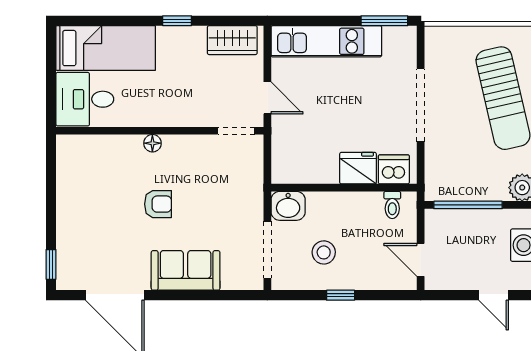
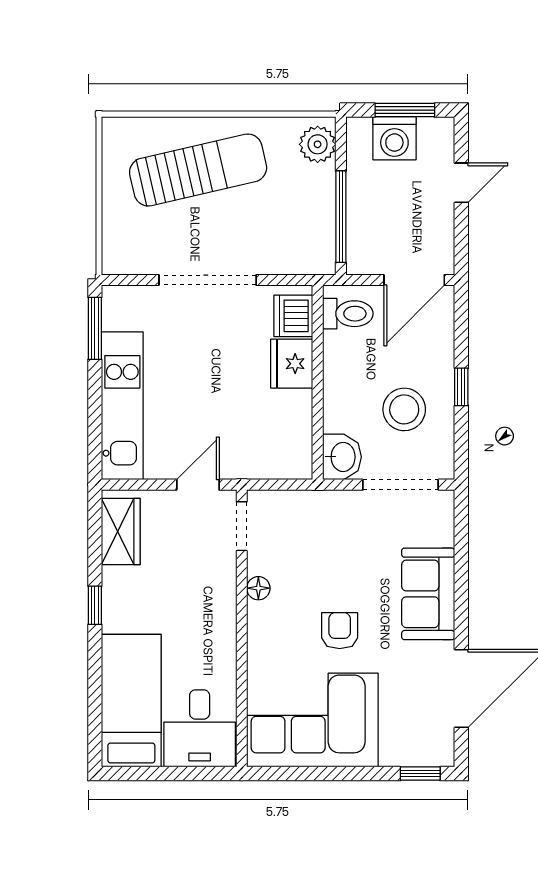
floor lamp: (152, 143) -> (258, 588), moved
corner sofa: (91, 184) -> (312, 720), added
toilet: (392, 205) -> (348, 314), width x1.37, depth x1.39
stool: (324, 252) -> (404, 409), width x1.38, depth x1.38
door: (421, 260) -> (414, 280), width x1.38

